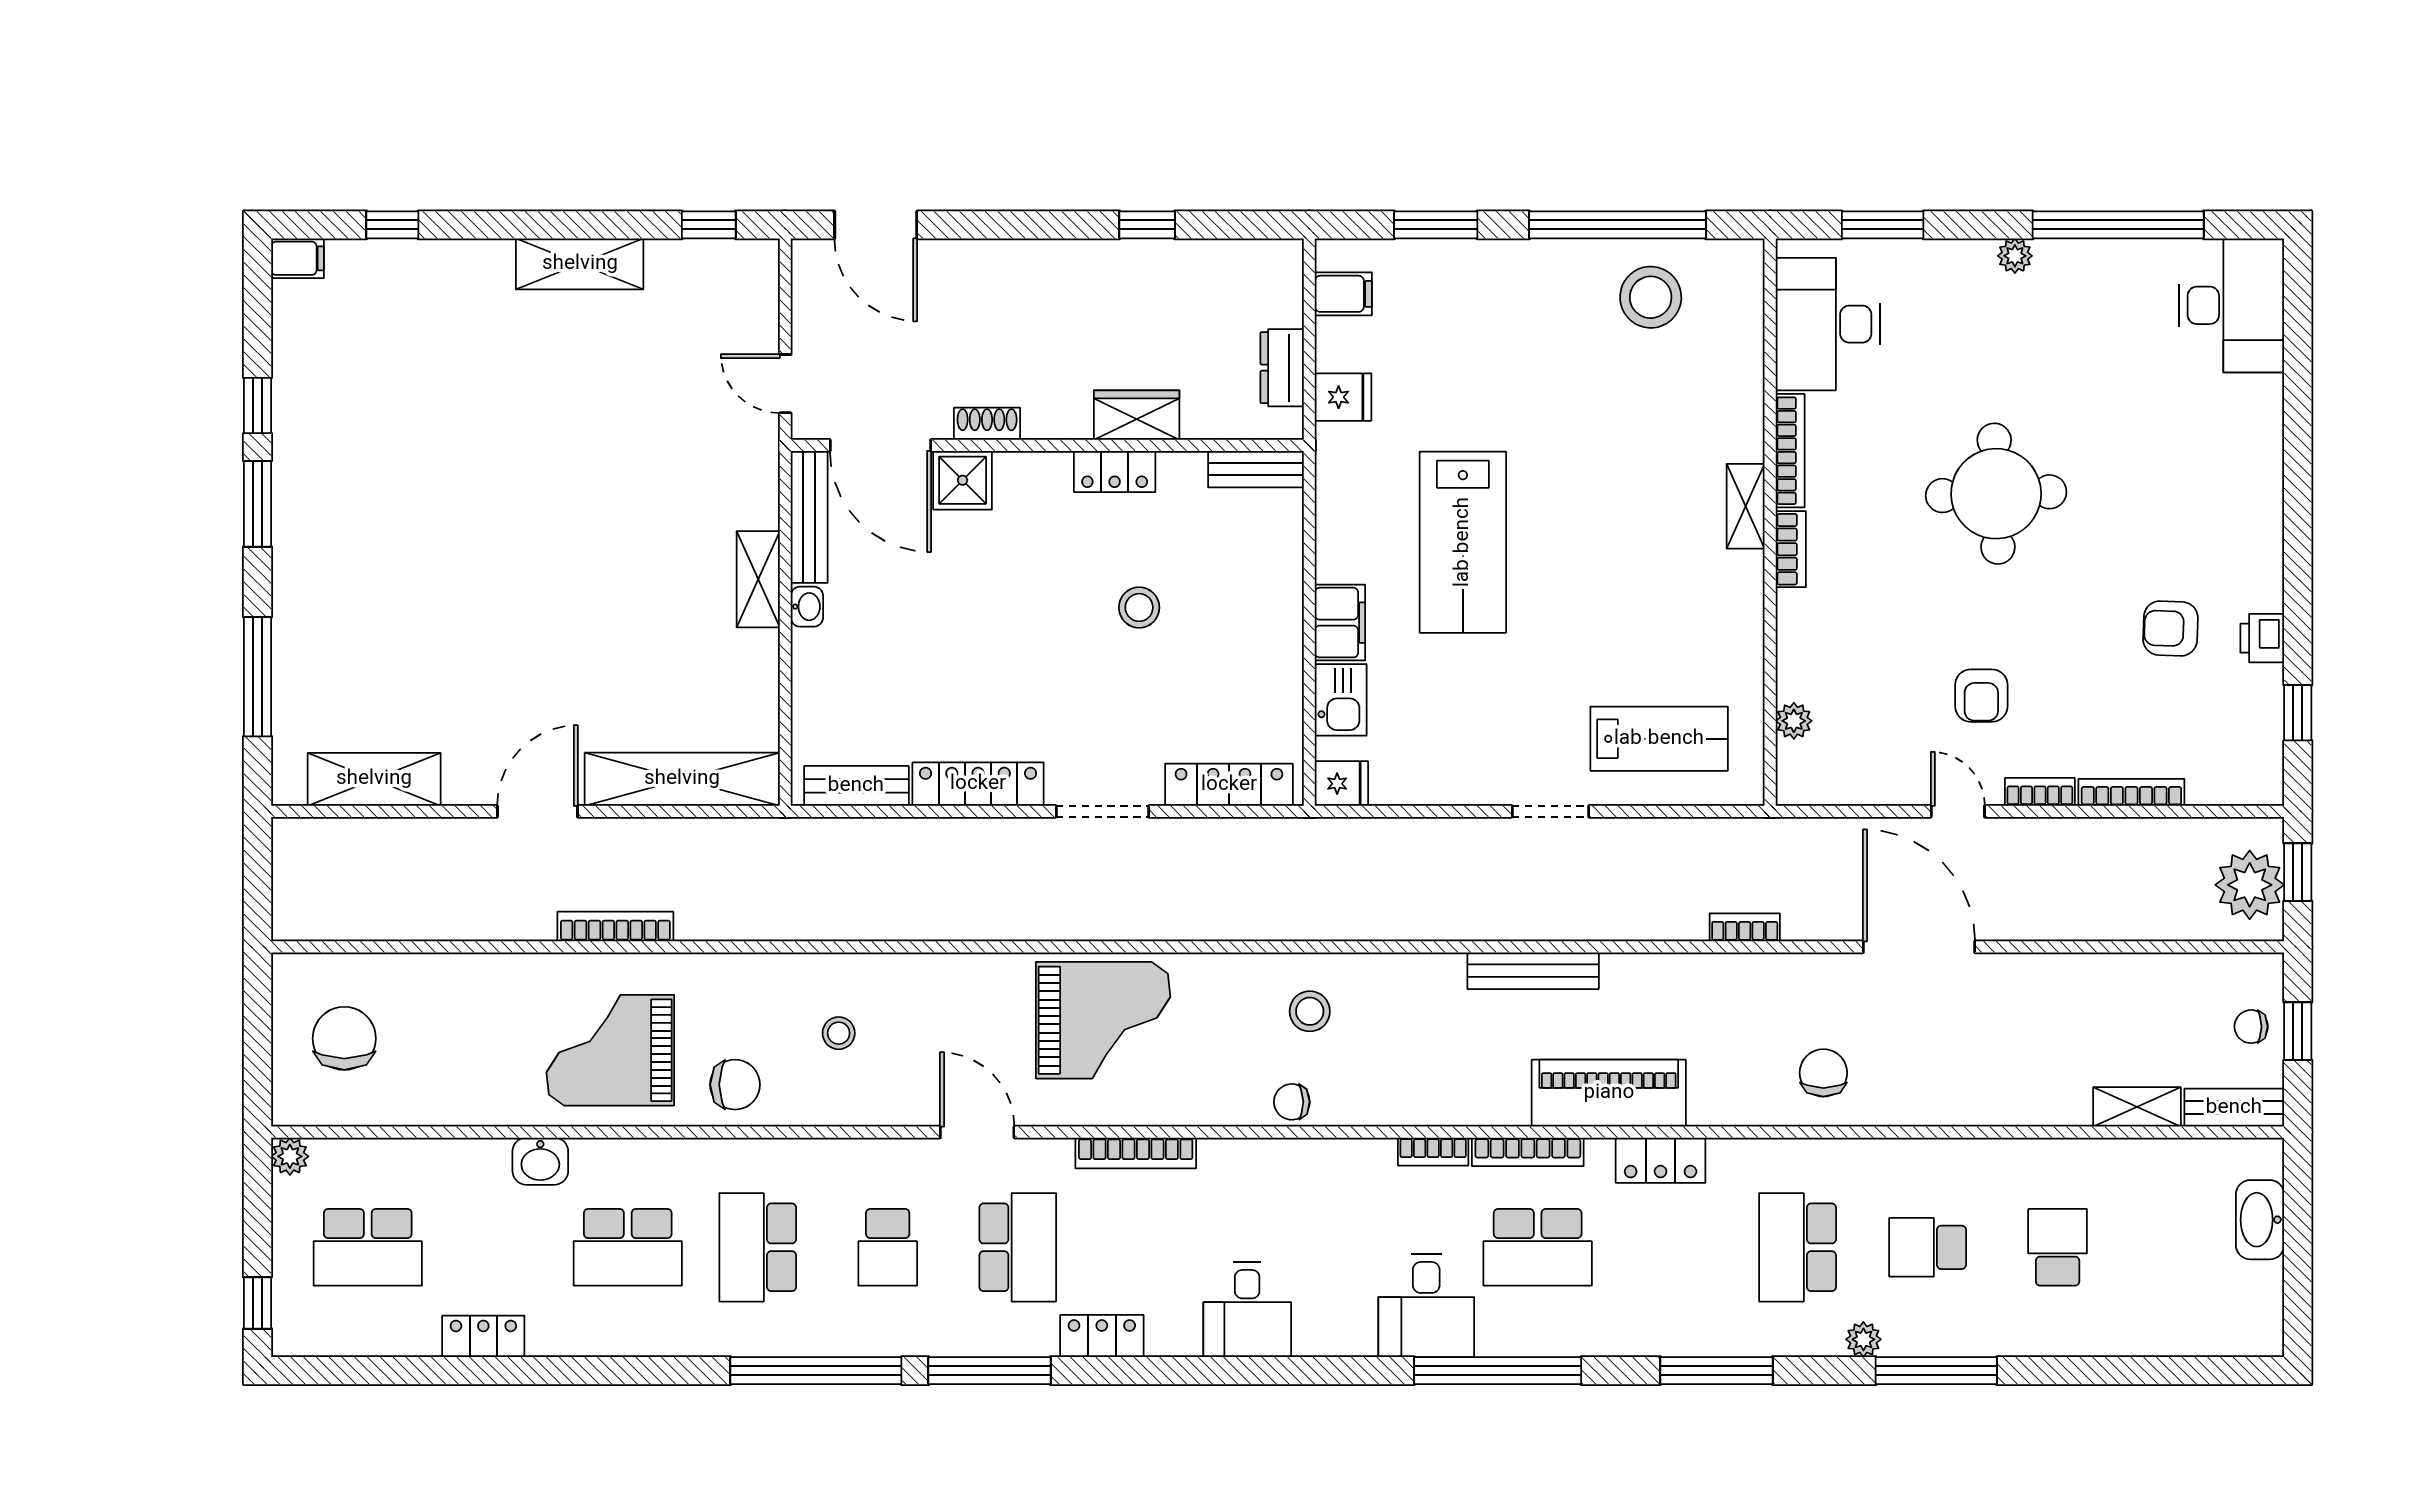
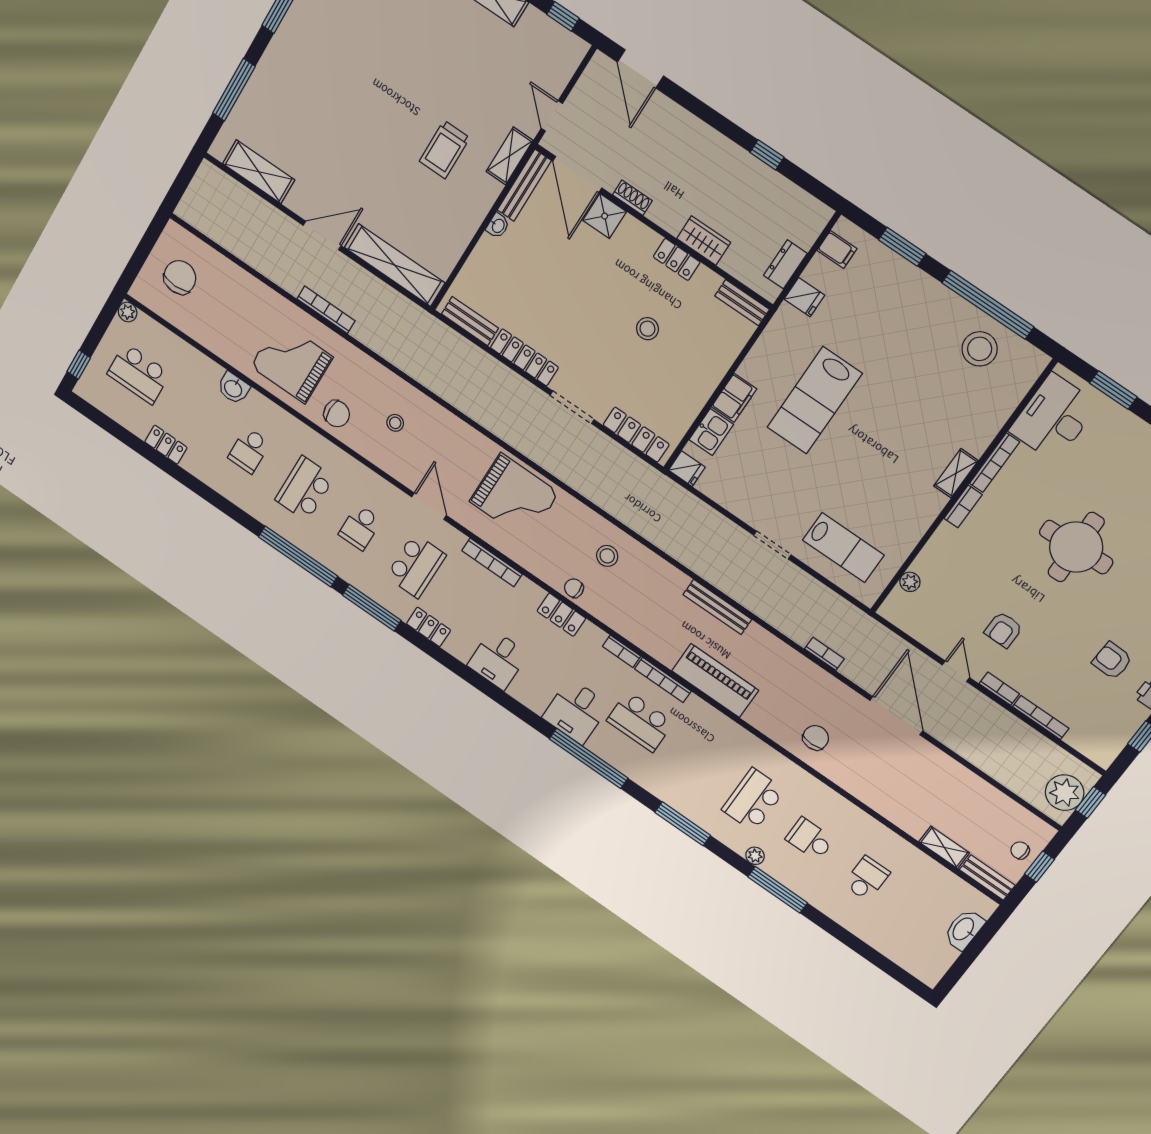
trolley: (651, 546) -> (445, 150), added
shelving: (758, 579) -> (510, 156), moved
locker: (1661, 1160) -> (561, 615), moved
school desk: (628, 1247) -> (249, 450), width x0.54

